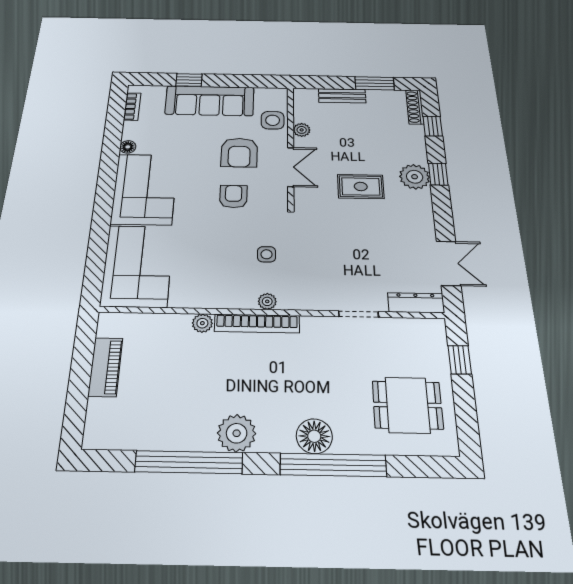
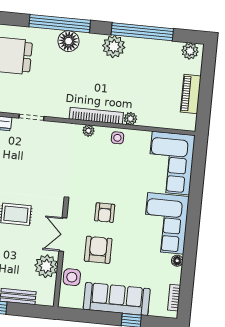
plant: (302, 130) -> (46, 266), width x1.88, depth x1.88
side table: (267, 254) -> (117, 138), moved
plant: (106, 436) -> (190, 51), added

